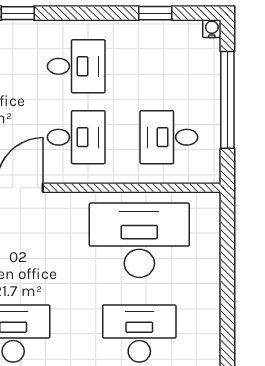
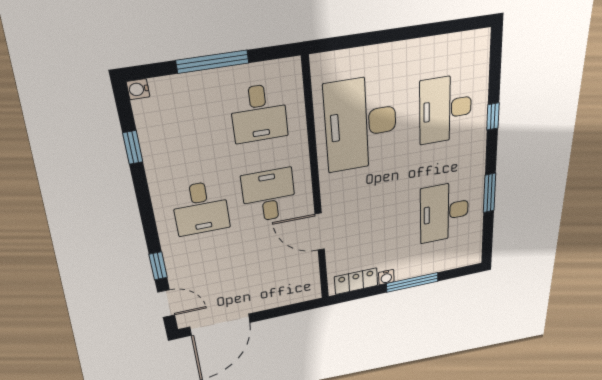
desk: (76, 66) -> (201, 208), turned 180
window: (227, 100) -> (213, 62), width x0.68

